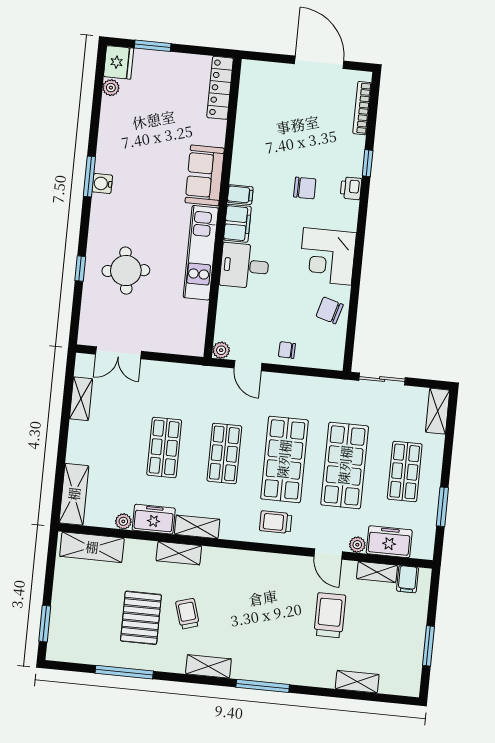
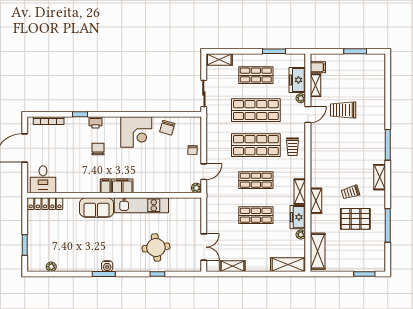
fridge: (119, 62) -> (36, 264), removed
desk: (245, 266) -> (43, 179), moved
shelving: (357, 682) -> (380, 90), removed

